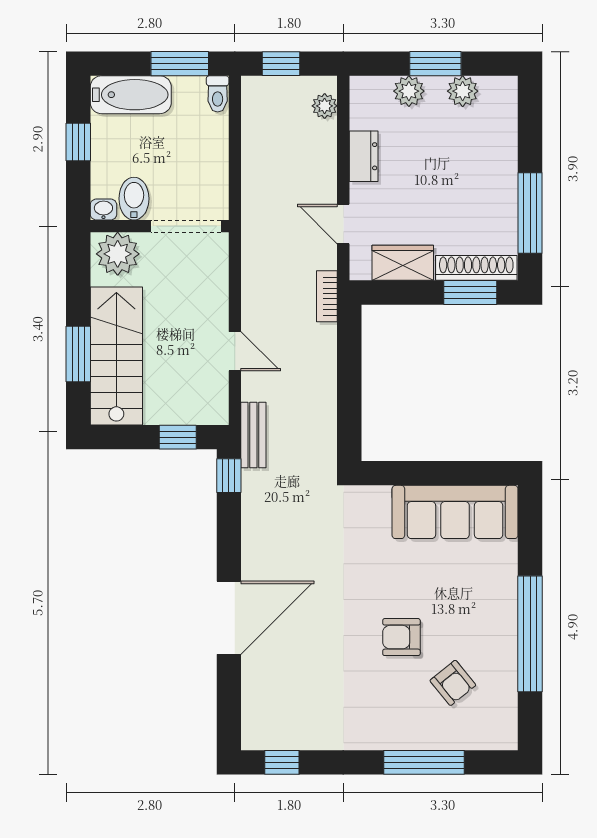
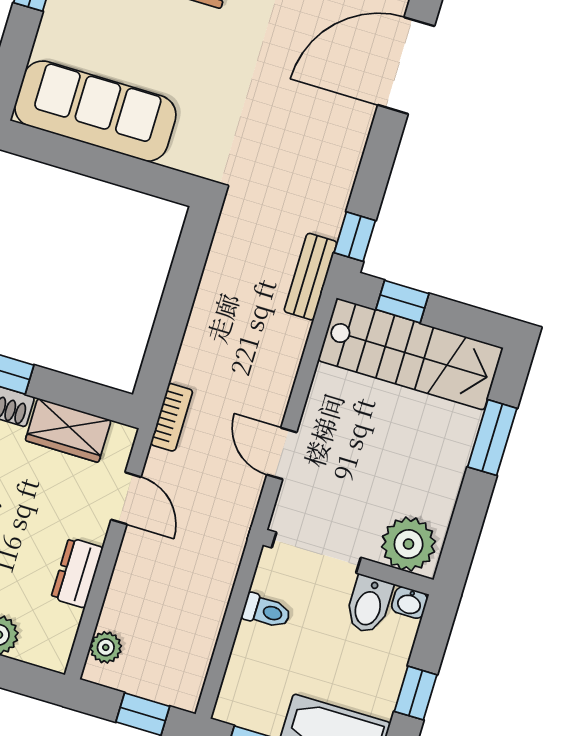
toilet: (218, 94) -> (266, 611), moved, turned 90
door: (235, 351) -> (282, 453), moved
stairs: (116, 356) -> (410, 354), moved, turned -90

